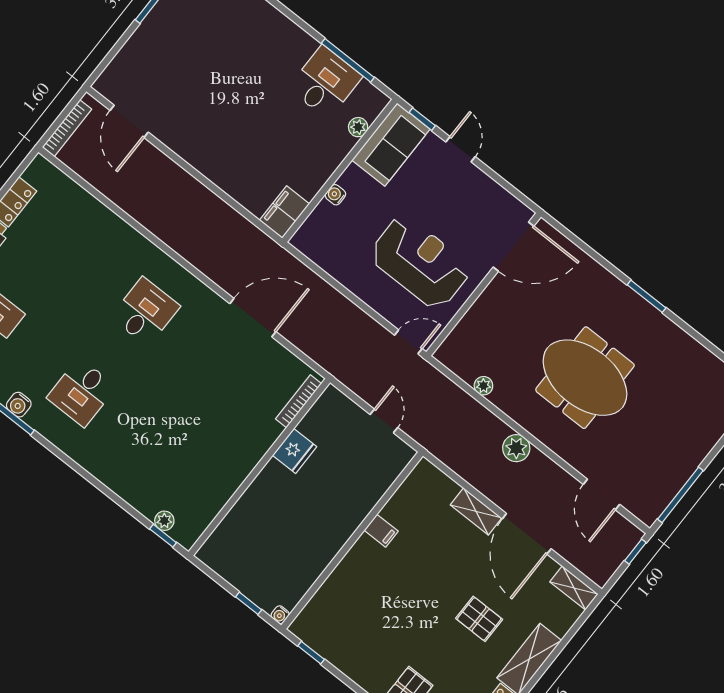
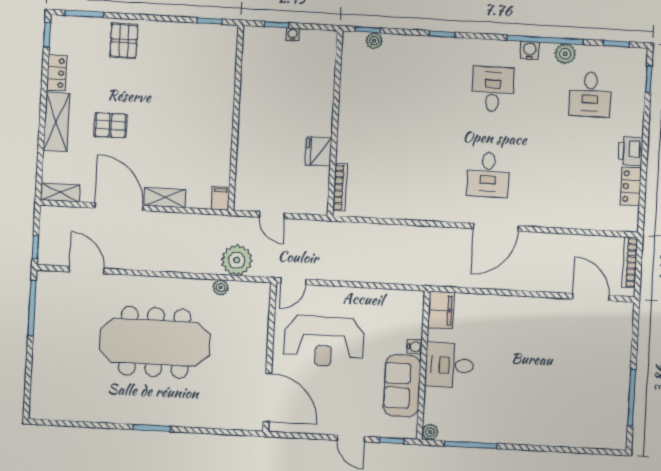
desk: (325, 82) -> (449, 365), moved, turned 90
plant: (358, 127) -> (430, 432), moved
sofa: (391, 145) -> (402, 386), moved
door: (513, 247) -> (267, 397), swing flipped
door: (253, 318) -> (496, 227), moved
meeting table: (585, 378) -> (155, 342), width x1.36
plant: (516, 448) -> (237, 260), moved, width x1.36, depth x1.36
window: (93, 481) -> (442, 34), added
filing cabinet: (381, 531) -> (220, 198), moved, turned 90
water cooler: (280, 615) -> (293, 34), moved

